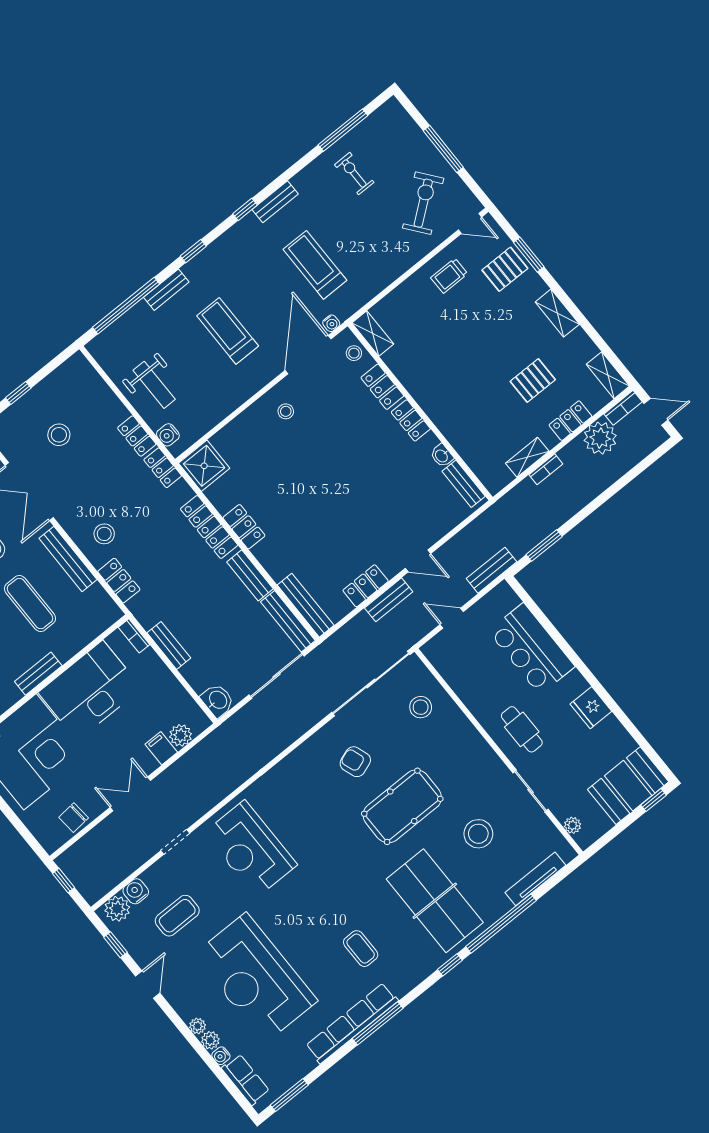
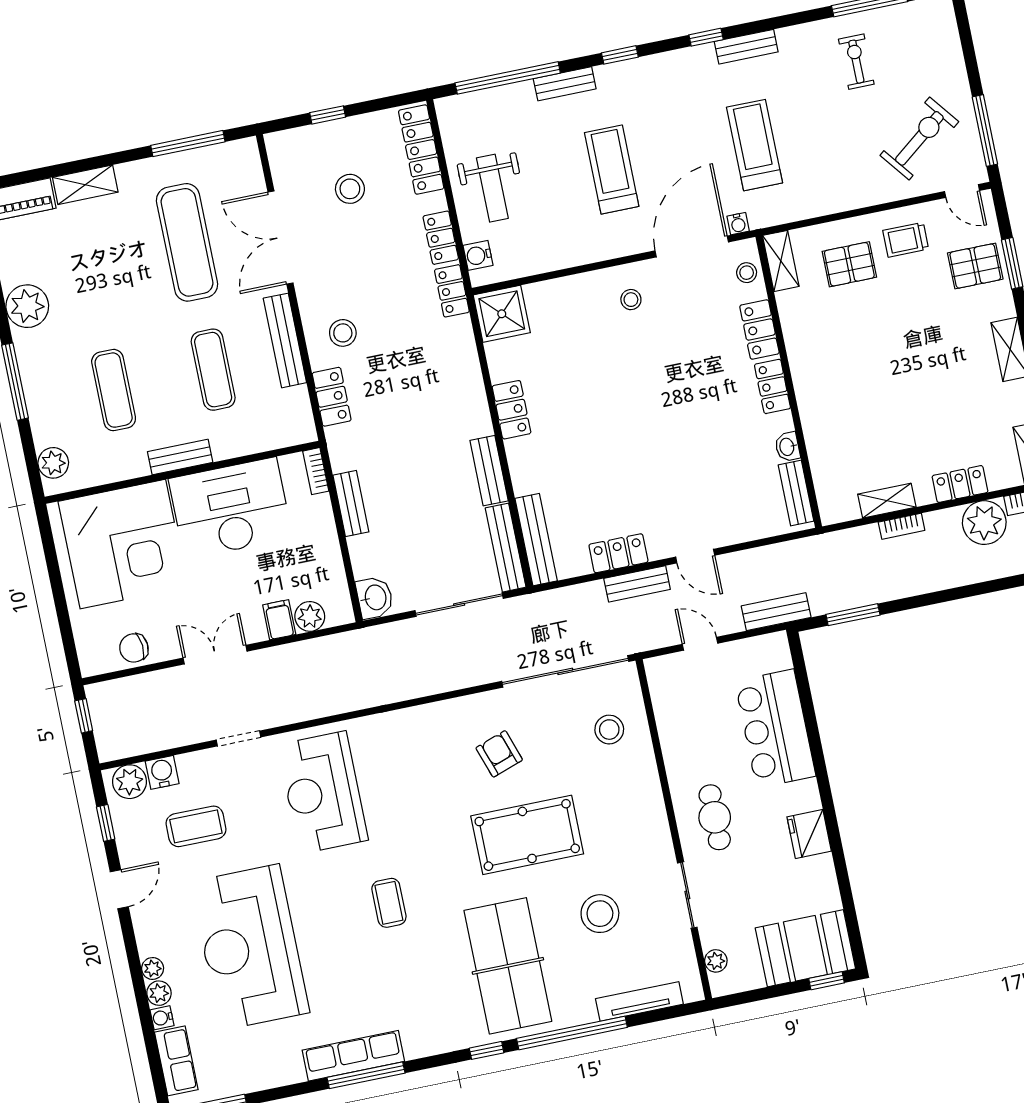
window: (443, 149) -> (985, 130), moved
pallet: (533, 380) -> (849, 264), moved
locker: (209, 527) -> (421, 150), moved
coffee table: (361, 949) -> (389, 903), moved
row of seats: (352, 1023) -> (353, 1056), width x0.73

